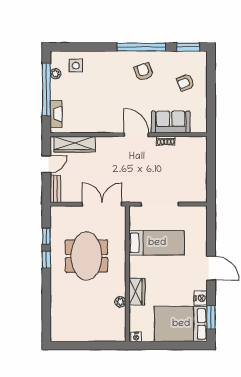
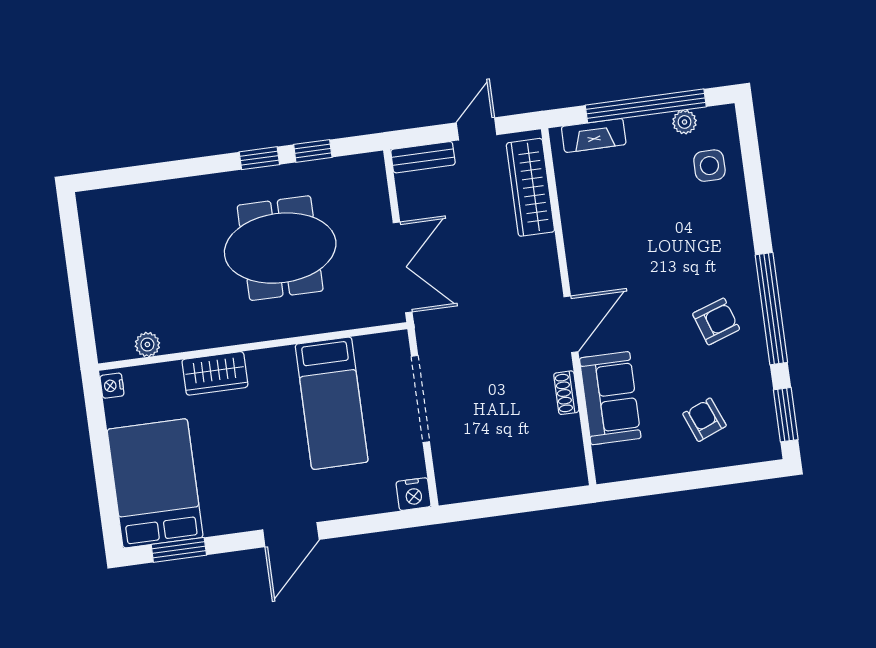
door: (46, 164) -> (477, 129), swing flipped
nightstand: (201, 298) -> (414, 494), moved
plant: (120, 302) -> (147, 344), moved

